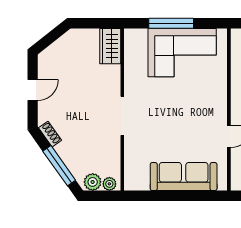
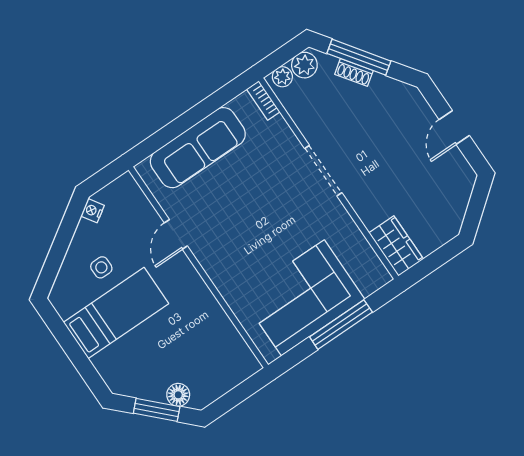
shoe rack: (50, 134) -> (354, 72), moved
bookcase: (129, 178) -> (263, 101), added

